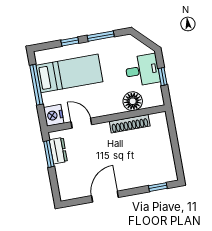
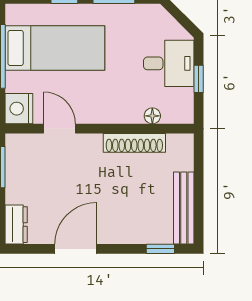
floor lamp: (133, 101) -> (152, 116), width x0.53, depth x0.53
dresser: (58, 151) -> (16, 225), moved
bench: (168, 159) -> (184, 208), added

